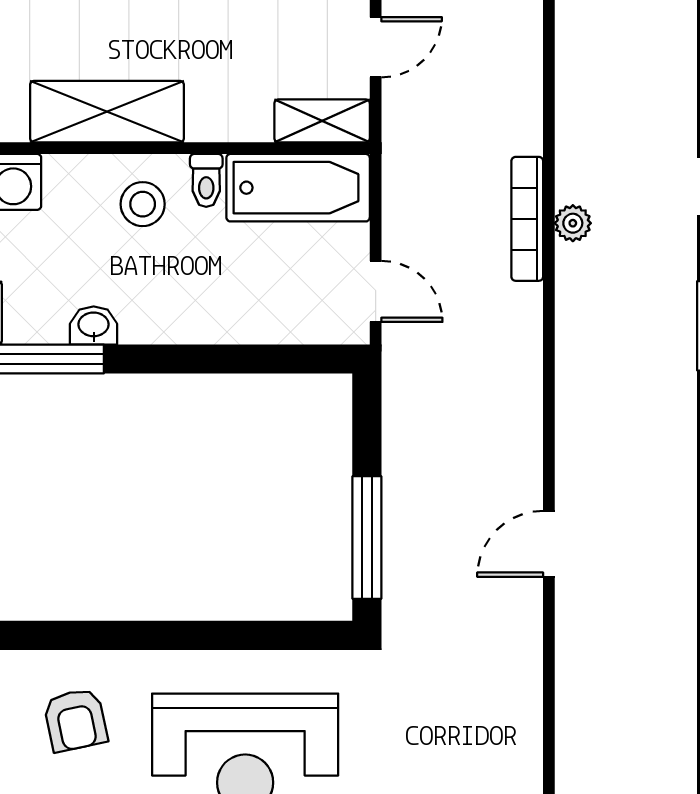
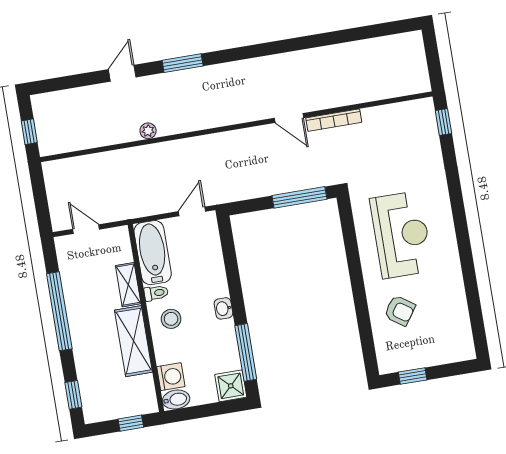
shelving: (322, 121) -> (128, 285), moved
bookcase: (527, 219) -> (334, 120), moved
washbasin: (94, 326) -> (223, 308), moved
armchair: (75, 720) -> (400, 311), turned 47

